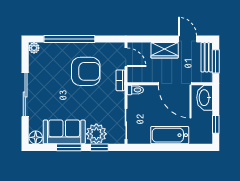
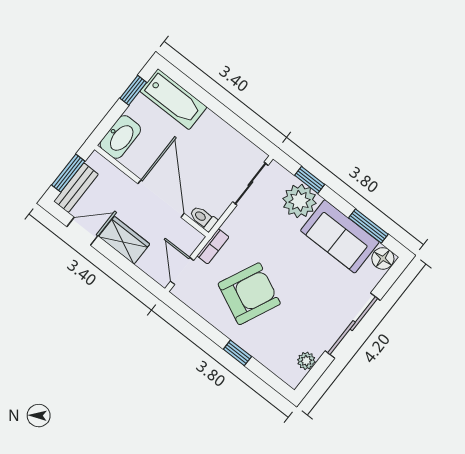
window: (69, 39) -> (237, 353), width x0.32
door: (188, 39) -> (82, 231), swing flipped
plant: (34, 48) -> (306, 361), moved
armchair: (86, 71) -> (249, 294), turned 115
door: (175, 84) -> (161, 199), moved
bathtub: (170, 135) -> (173, 99), moved
window: (69, 147) -> (368, 226), moved

